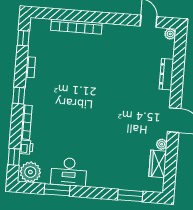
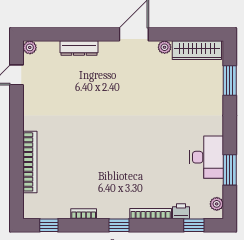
wardrobe: (158, 164) -> (197, 50), width x1.50
plant: (30, 172) -> (217, 204), width x0.53, depth x0.53

